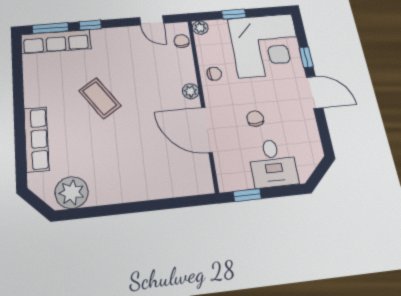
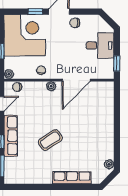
row of seats: (56, 42) -> (11, 136), moved
chair: (255, 119) -> (75, 23), moved
plant: (72, 192) -> (109, 164), width x0.53, depth x0.53

